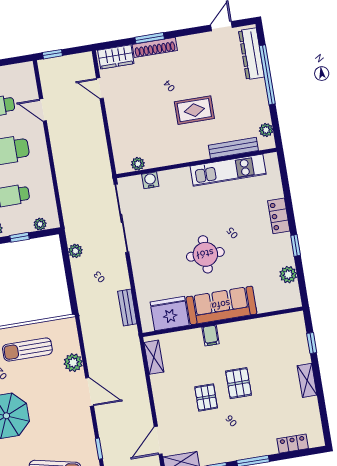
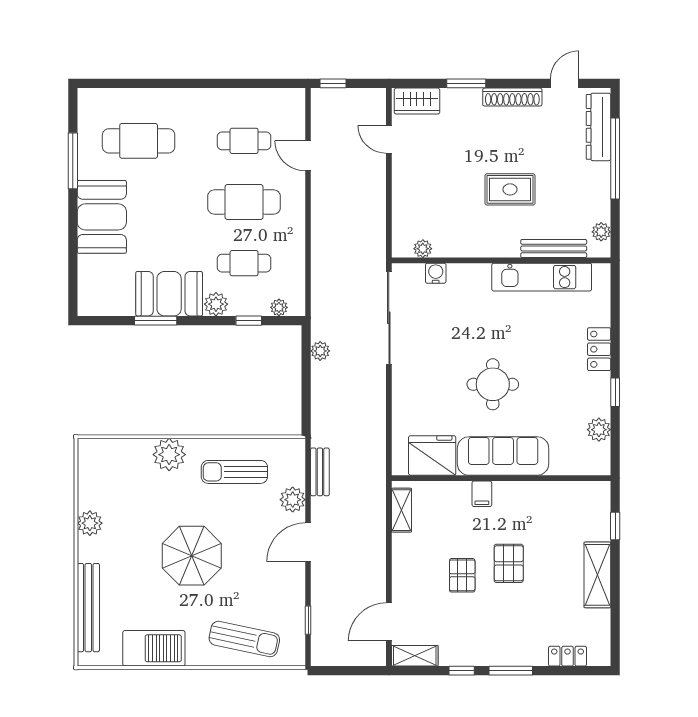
shoe rack: (155, 47) -> (512, 97), moved
bench: (127, 307) -> (320, 472), moved
shelving: (307, 380) -> (597, 575), width x1.50, depth x1.33
door: (90, 392) -> (308, 542), swing flipped

